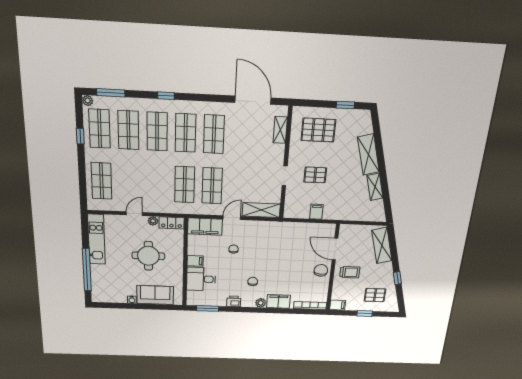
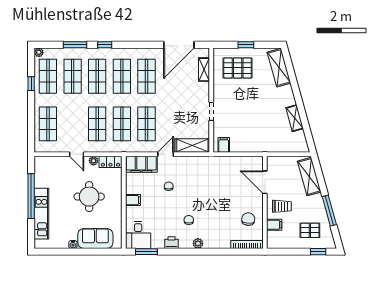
window: (111, 93) -> (75, 45), moved
door: (253, 100) -> (179, 45), swing flipped
window: (345, 105) -> (246, 45), moved
shelving: (368, 155) -> (279, 68), moved
pallet: (315, 175) -> (239, 109), removed
shop shelf: (157, 183) -> (97, 124), added
filing cabinet: (316, 212) -> (224, 145), moved
door: (134, 214) -> (77, 154), swing flipped
kitchen unit: (96, 239) -> (41, 214), moved
window: (87, 270) -> (31, 196), moved
chair: (321, 270) -> (248, 219), moved
window: (397, 278) -> (329, 211), width x2.17
desk: (201, 279) -> (138, 235), moved, turned -90
filing cabinet: (278, 301) -> (215, 241), removed
filing cabinet: (338, 305) -> (274, 225), moved
window: (365, 313) -> (318, 252), moved

